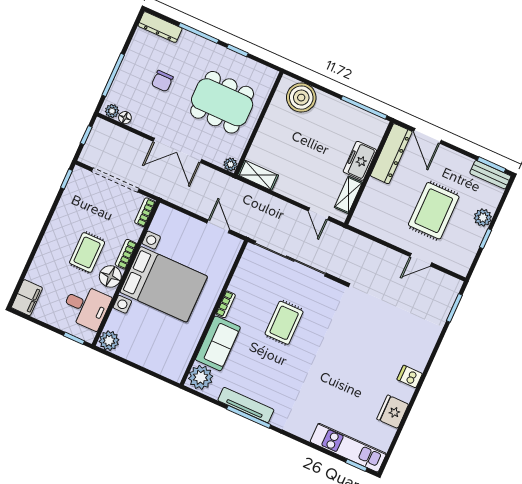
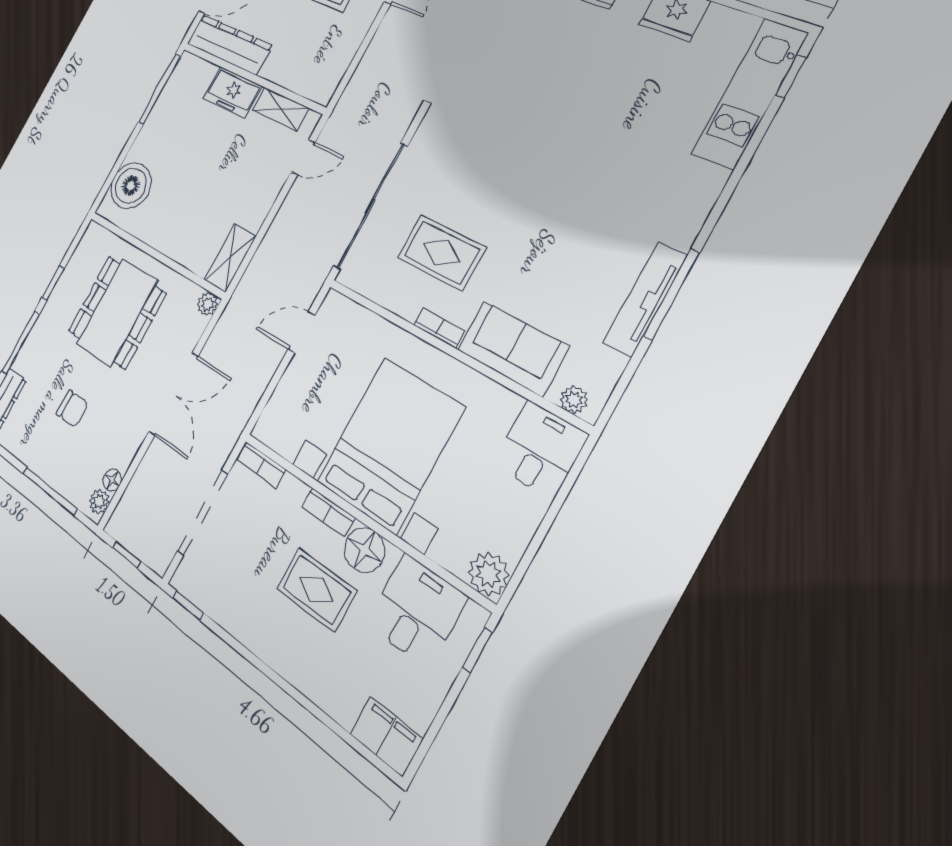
rug: (284, 323) -> (442, 252), moved
desk: (170, 361) -> (540, 449), added
plant: (201, 377) -> (574, 400), width x0.53, depth x0.53

